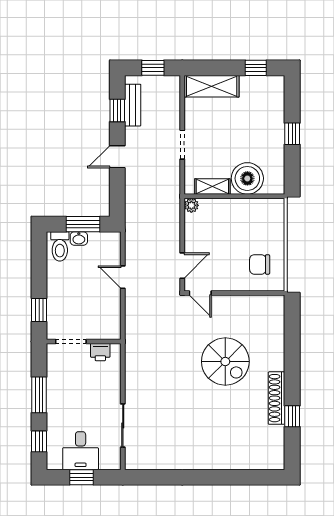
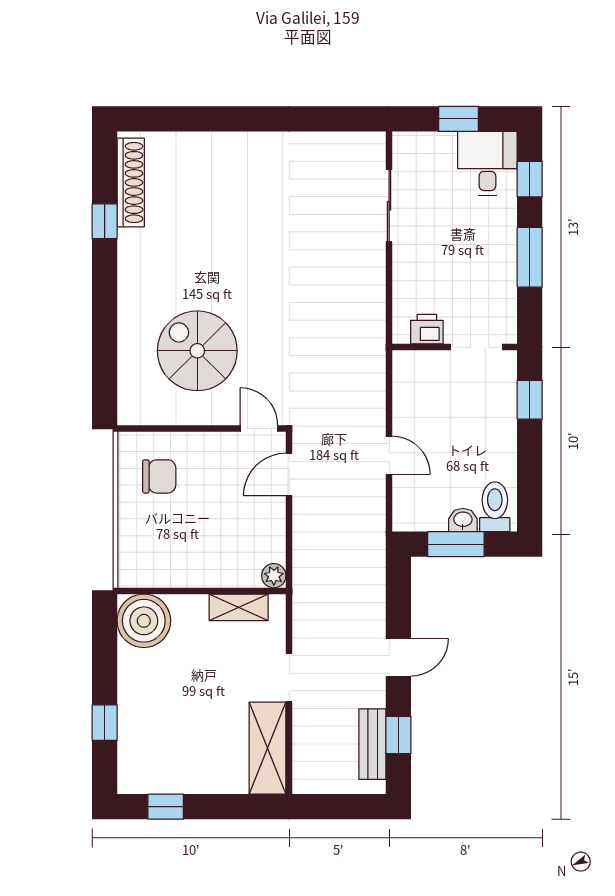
window: (153, 68) -> (339, 807), removed
shelving: (212, 86) -> (267, 748), moved, turned 90
window: (292, 134) -> (105, 723), moved
boiler: (247, 178) -> (144, 621), moved
spiral stairs: (225, 362) -> (197, 351), moved
shoe rack: (277, 398) -> (131, 182), moved
desk: (81, 451) -> (487, 164), moved

